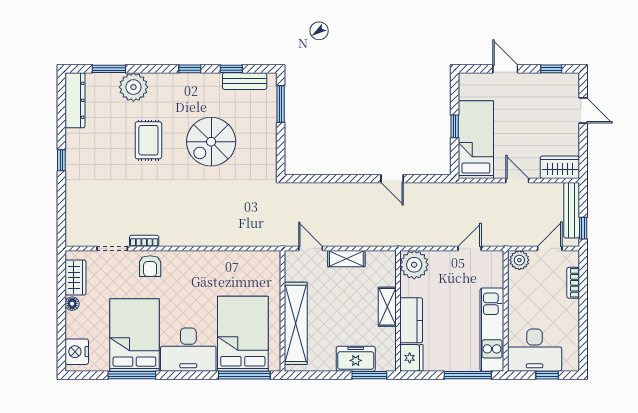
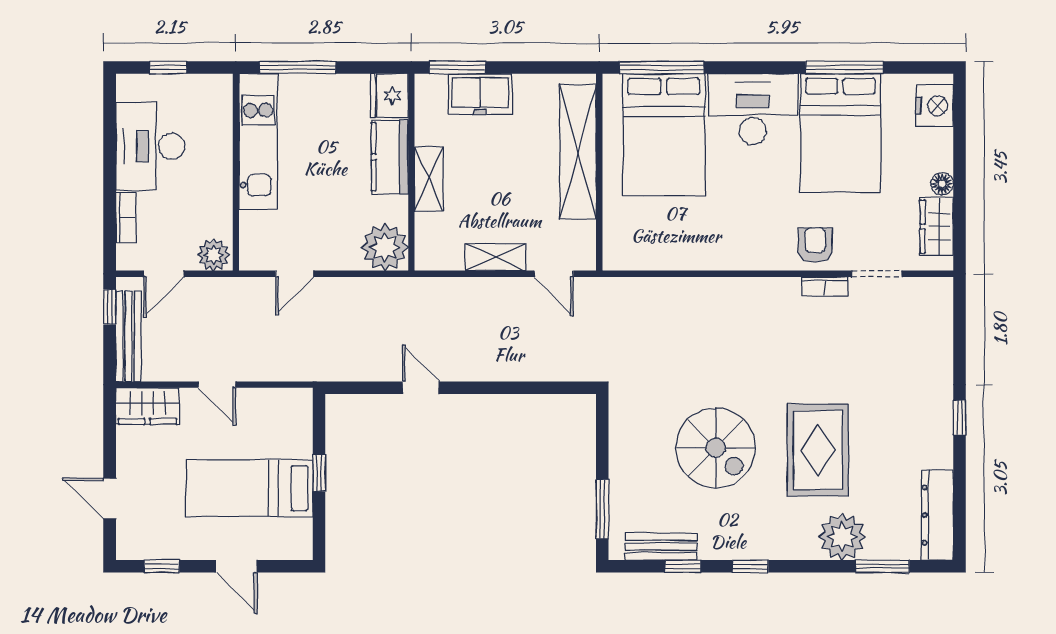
rug: (148, 140) -> (818, 450), width x1.36, depth x1.43
bed: (476, 140) -> (249, 488), moved, turned 90
spiral stairs: (211, 142) -> (716, 448), turned 90
desk: (535, 350) -> (150, 146), moved, turned -90

